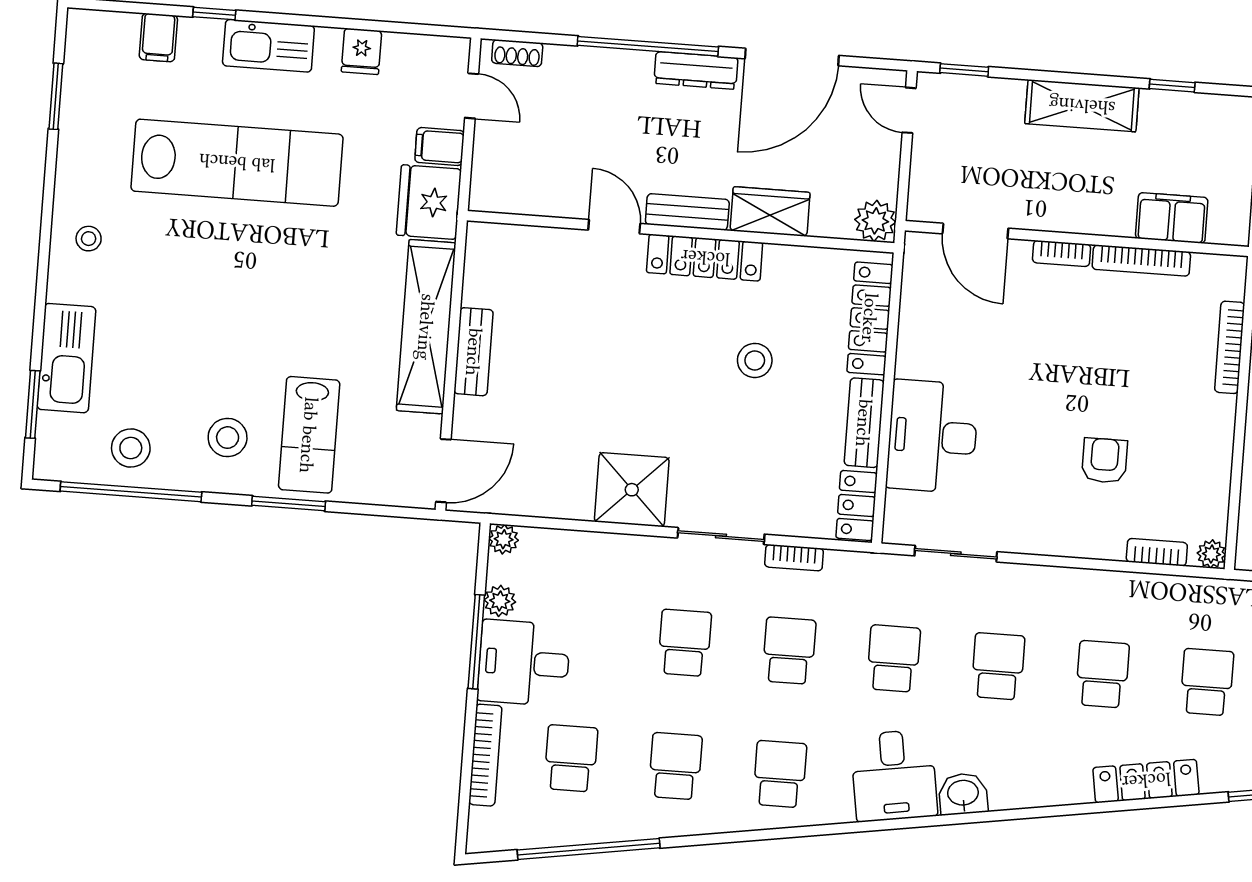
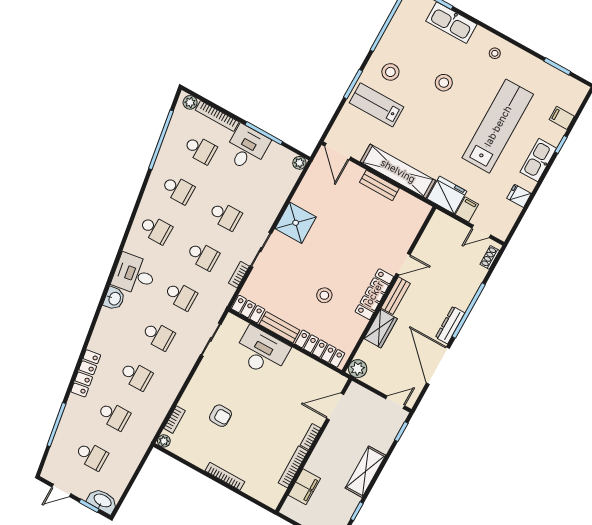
lab bench: (237, 163) -> (498, 126), turned 180
bookcase: (1230, 347) -> (225, 476), moved
stool: (131, 448) -> (444, 83), moved
plant: (500, 601) -> (190, 102), moved

